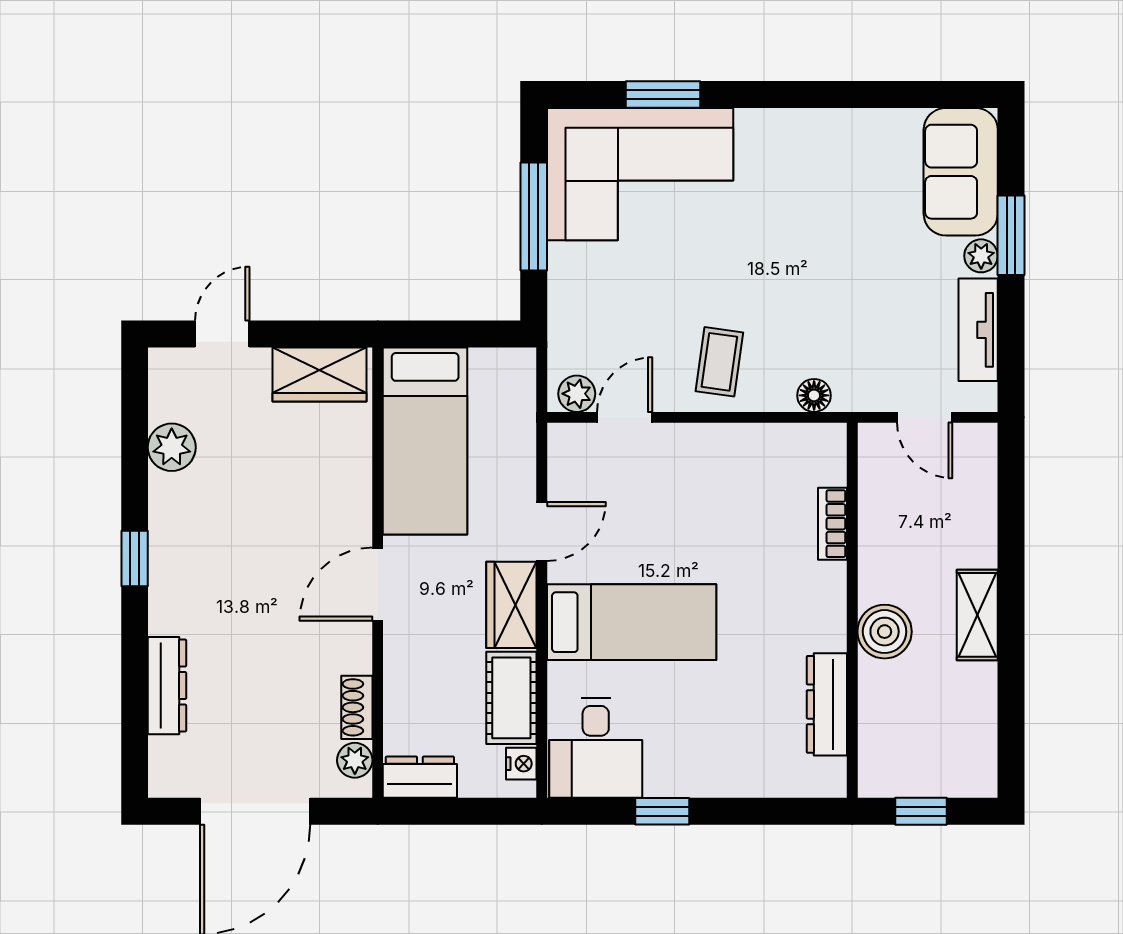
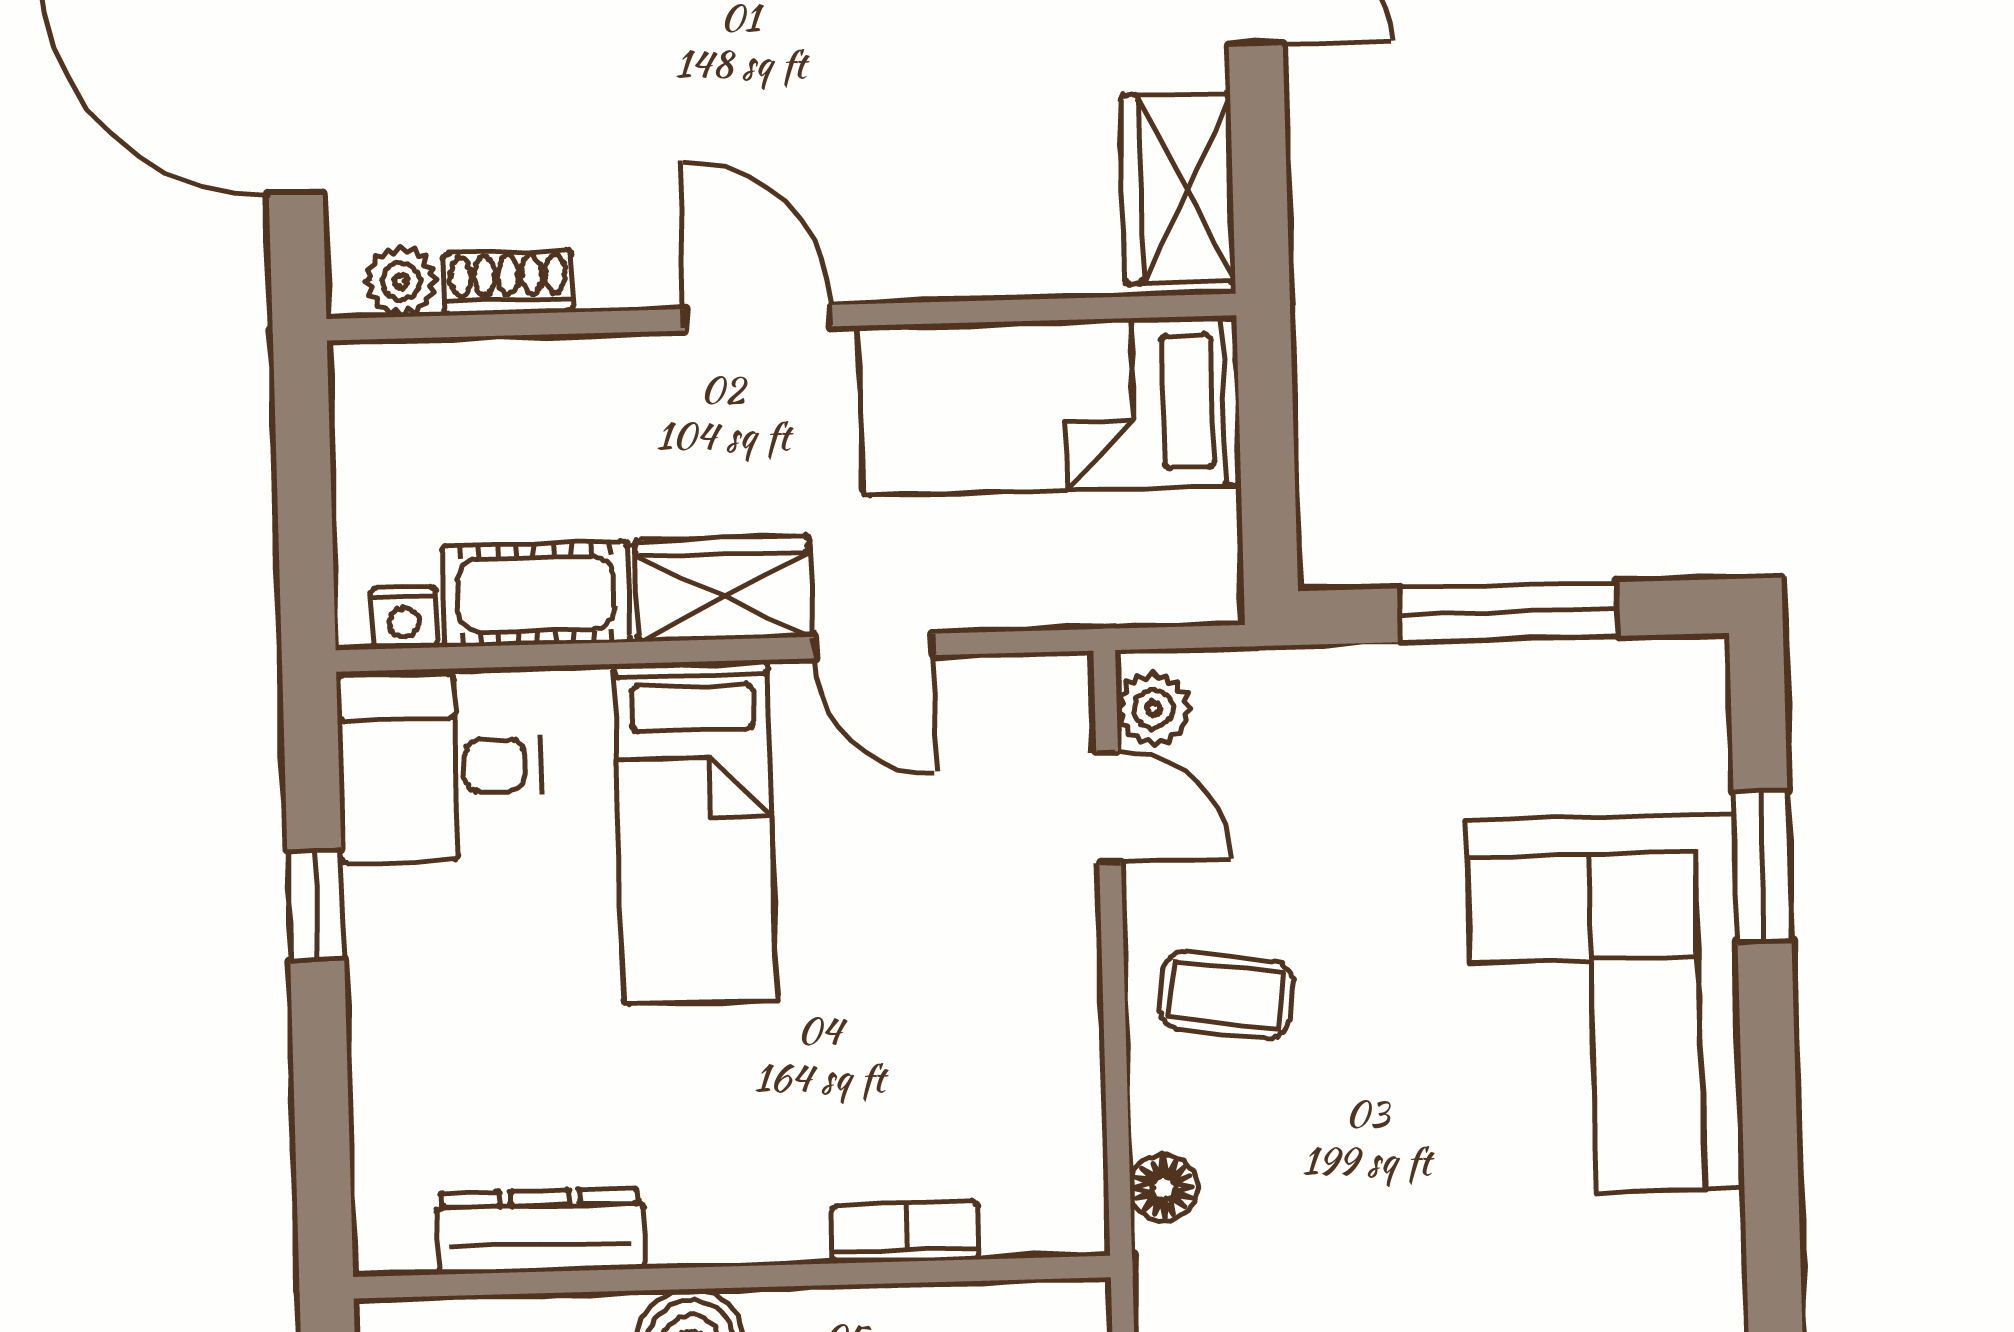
corner sofa: (640, 174) -> (1605, 1005), moved
dresser: (420, 777) -> (371, 414), removed

